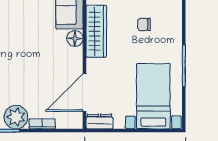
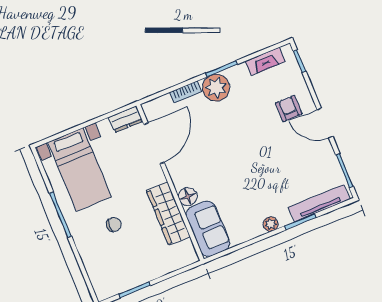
chair: (144, 24) -> (114, 225), moved

